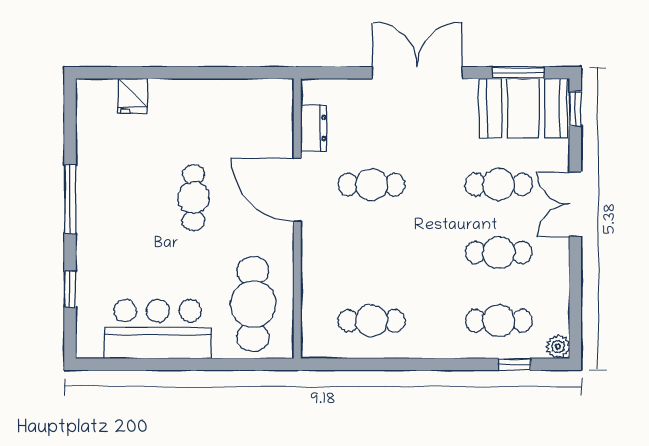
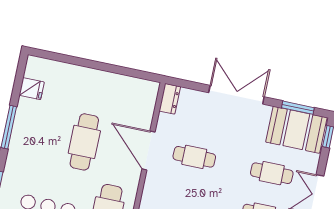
fridge: (133, 96) -> (32, 89), moved, turned -90
dresser: (314, 128) -> (170, 99), moved
cafe table: (194, 198) -> (84, 142), width x1.37, depth x1.35

